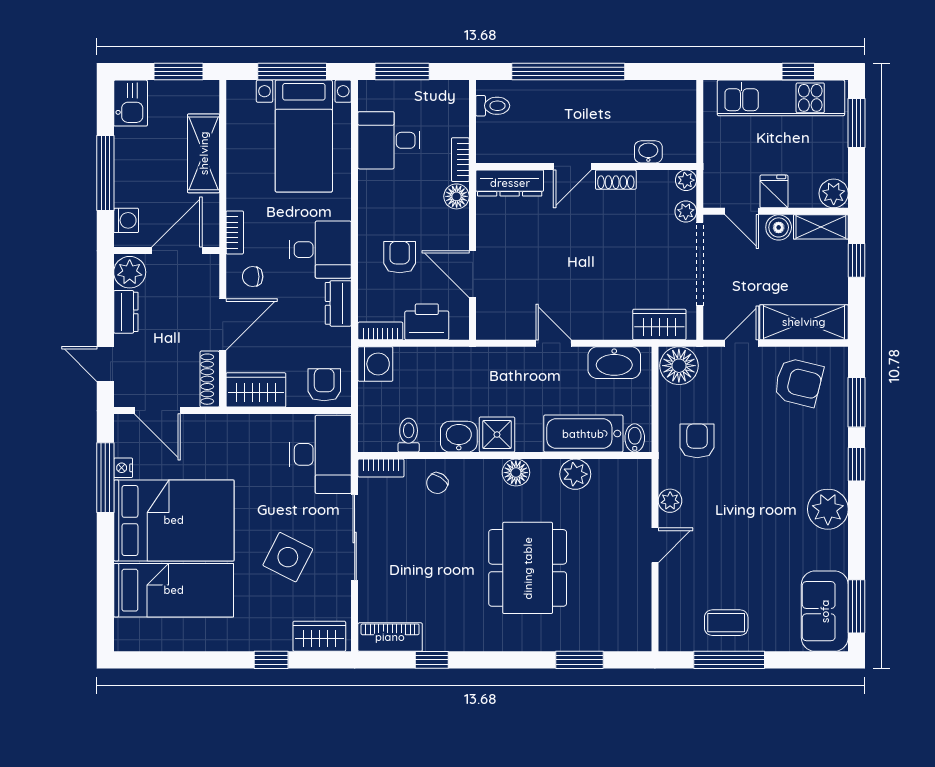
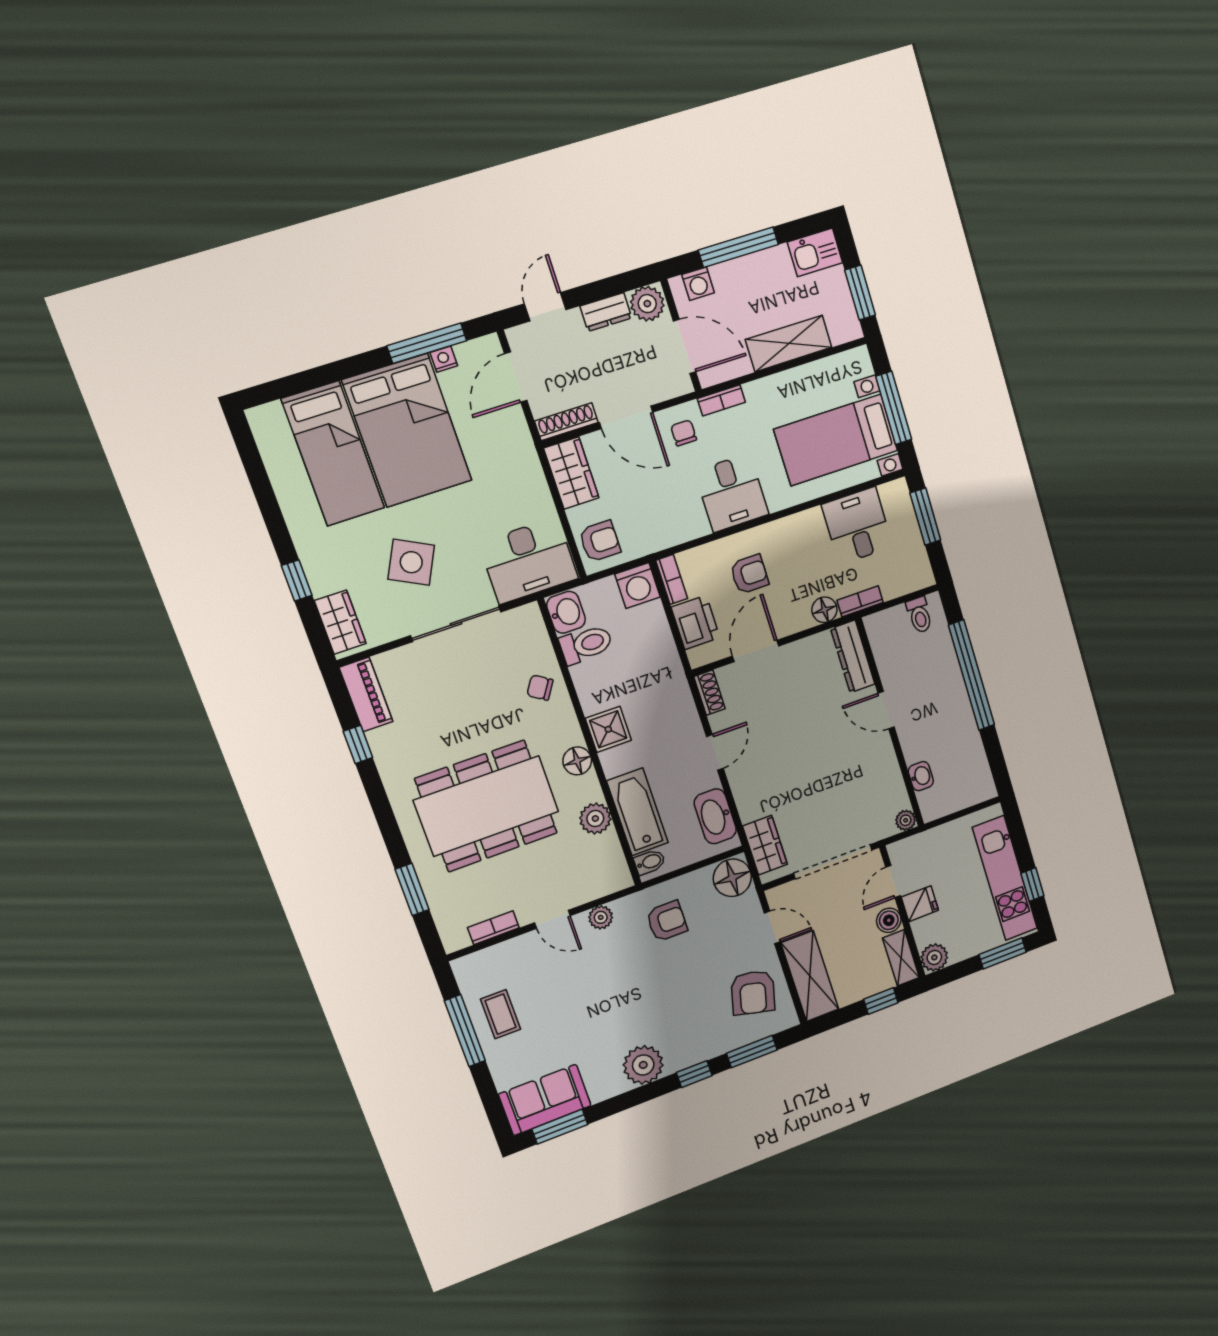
shoe rack: (616, 180) -> (709, 693), moved, turned 180
plant: (686, 211) -> (877, 831), removed
dresser: (338, 303) -> (685, 528), removed
toilet: (409, 435) -> (586, 644), width x1.37, depth x1.39
washbasin: (459, 437) -> (566, 612), moved
bookcase: (381, 468) -> (493, 928), moved, turned 90
dining table: (528, 568) -> (486, 806), width x1.36, depth x1.24

